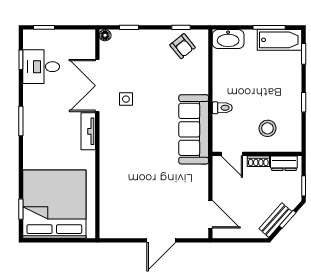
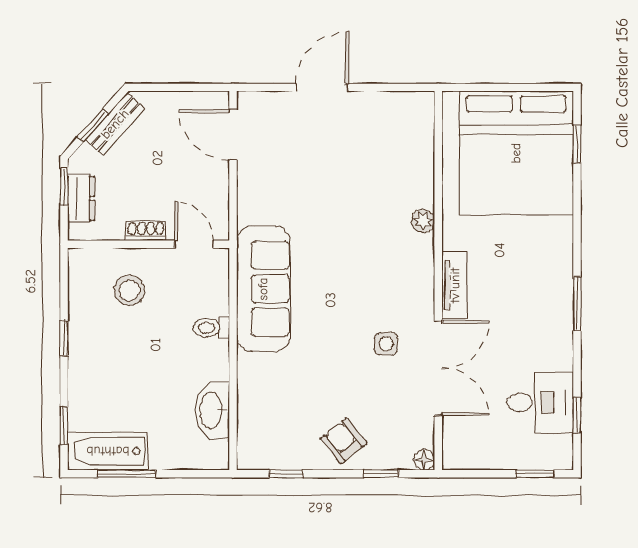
washbasin: (228, 39) -> (212, 410), moved, turned -90
armchair: (183, 46) -> (344, 441), moved
dresser: (284, 163) -> (81, 198), moved, turned 90
plant: (106, 167) -> (423, 221), added

